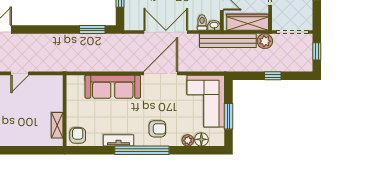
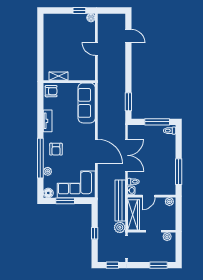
sofa: (113, 87) -> (87, 103), moved
floor lamp: (201, 139) -> (48, 193), moved
window: (142, 150) -> (40, 158), moved

